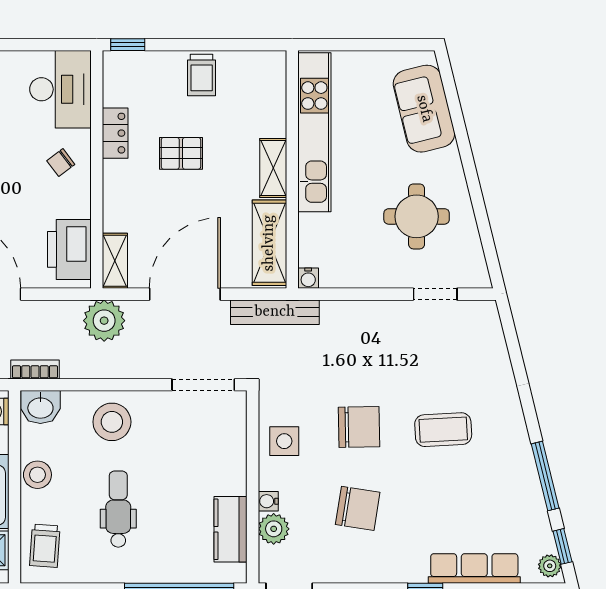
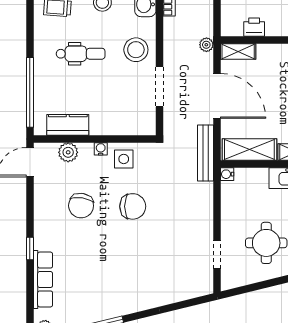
printer: (69, 249) -> (254, 27), width x0.53, depth x0.68
plant: (104, 321) -> (206, 45), width x0.53, depth x0.53
doorway: (203, 385) -> (159, 87), moved
chair: (359, 427) -> (133, 206), turned -89
coffee table: (443, 430) -> (131, 260), removed
water cooler: (268, 501) -> (101, 149), moved

